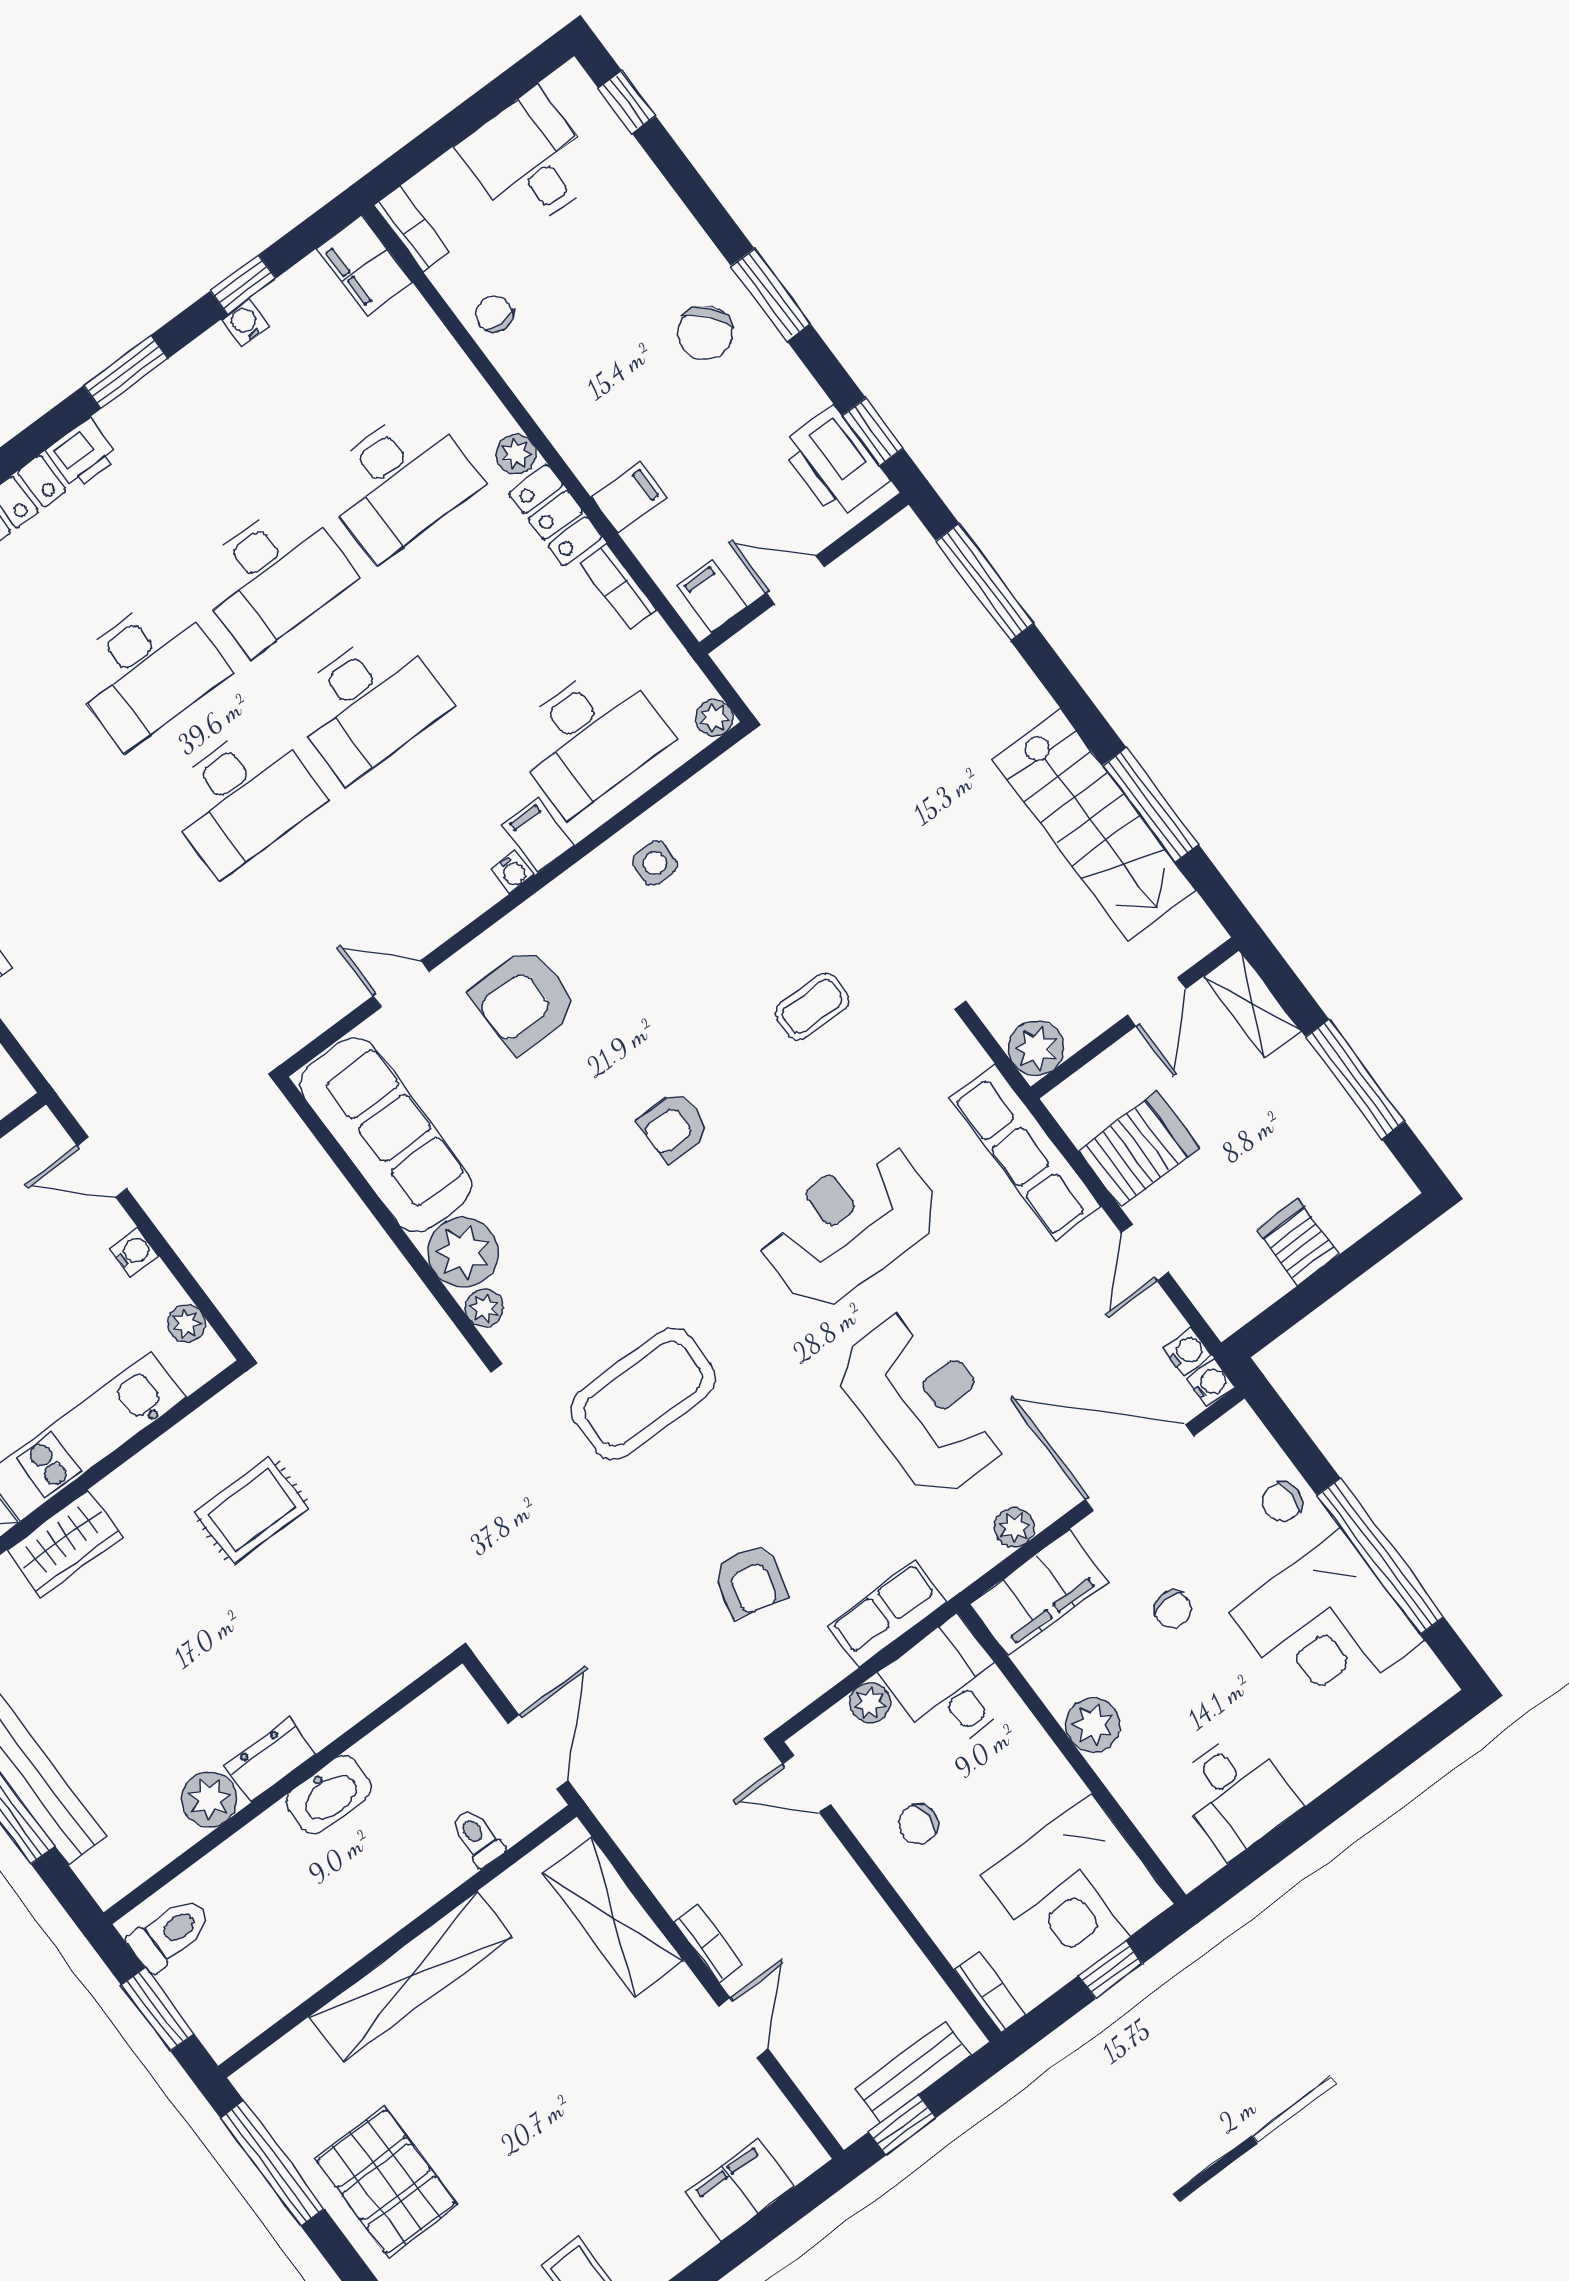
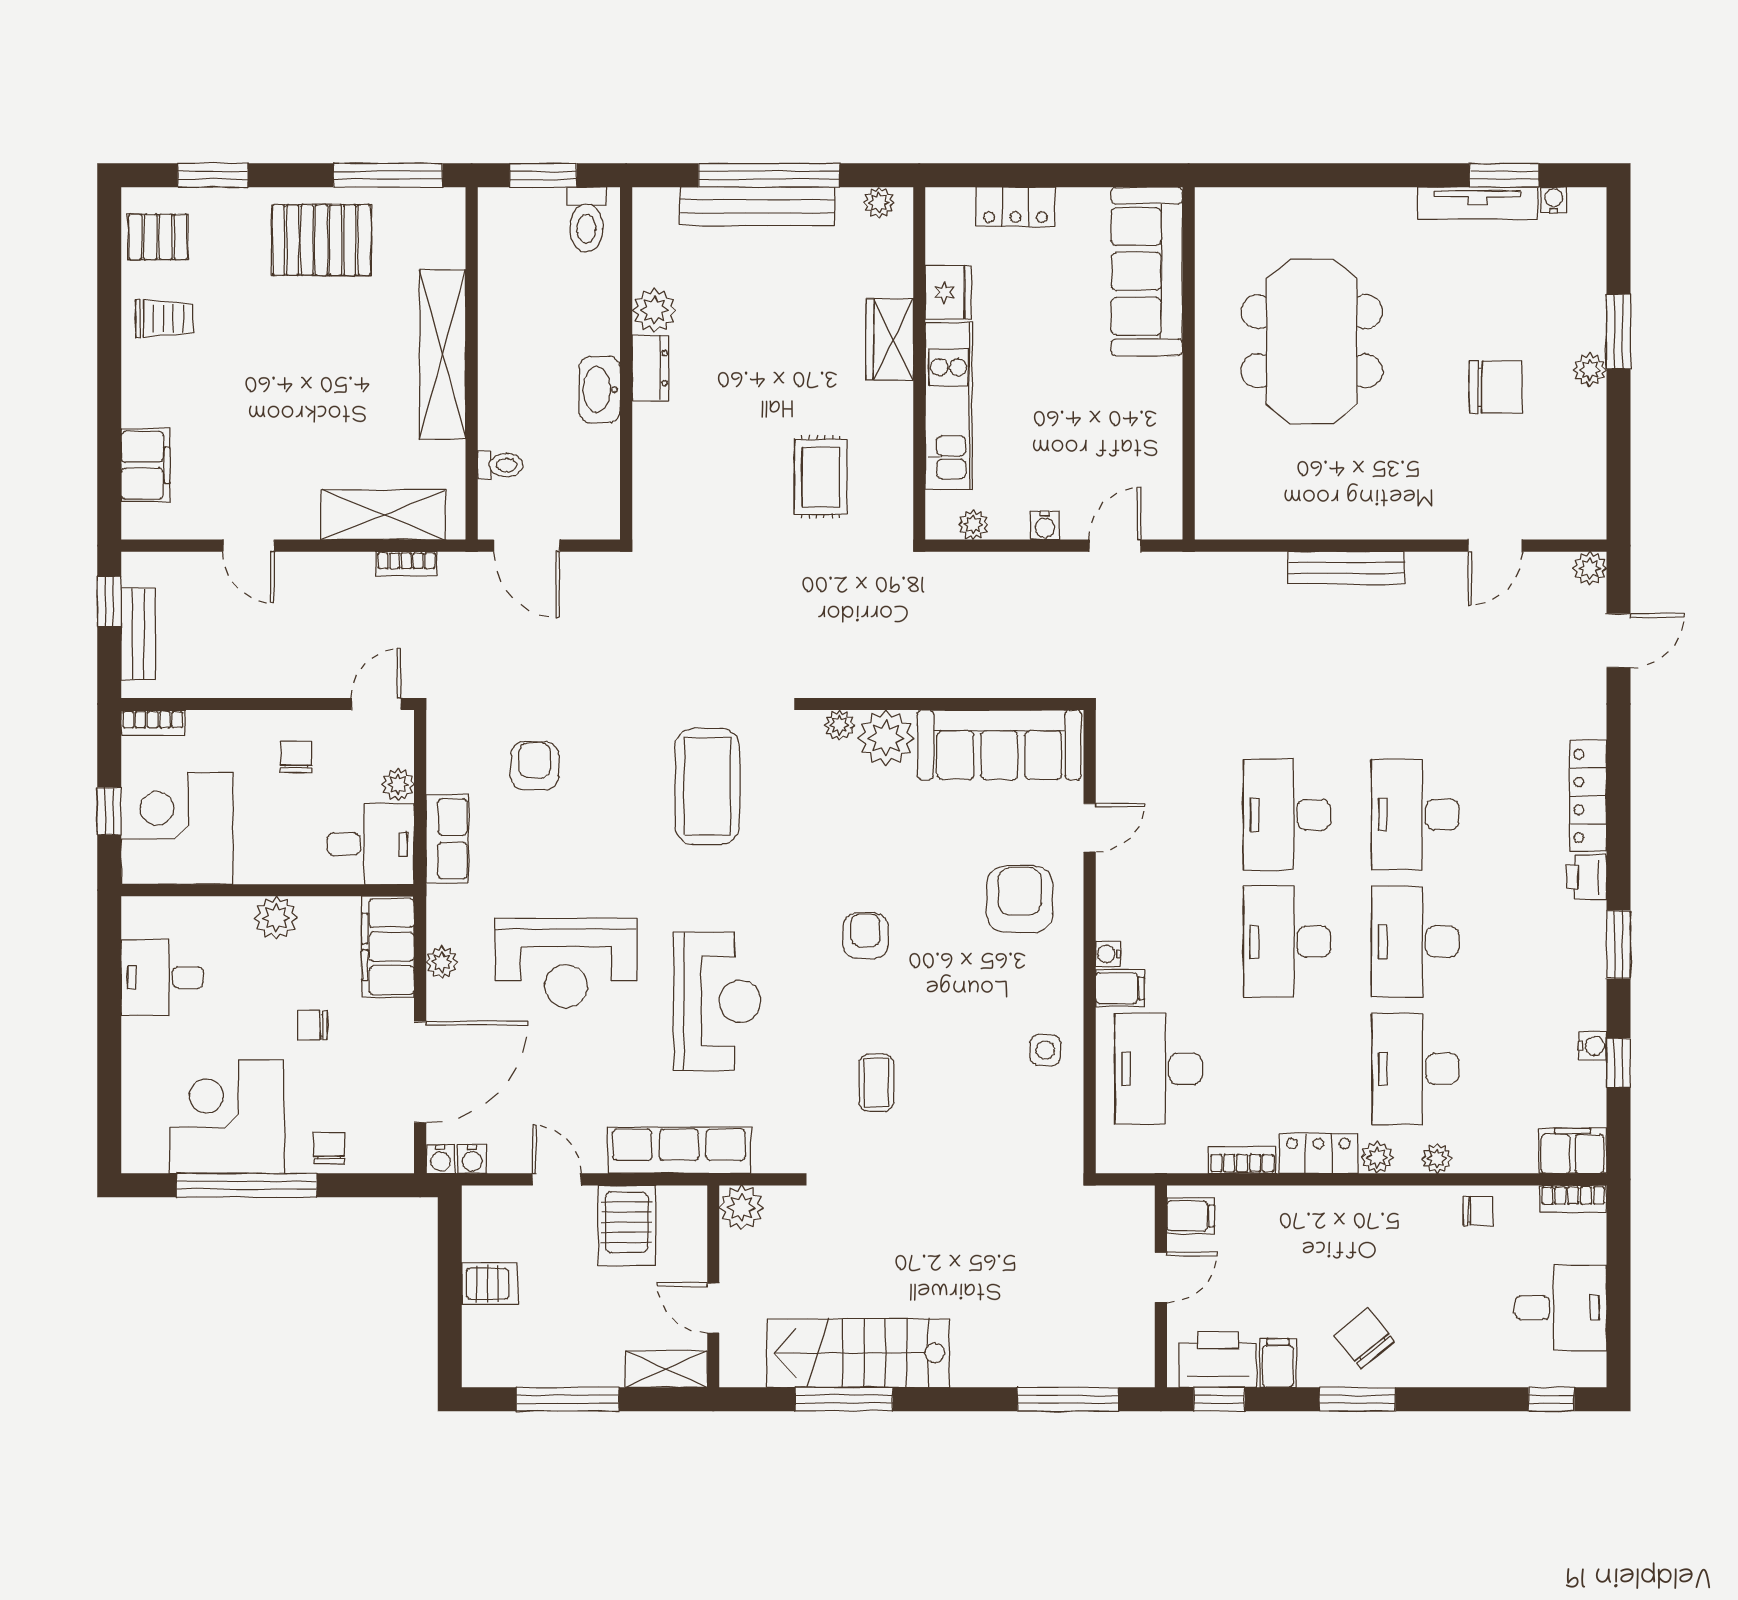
filing cabinet: (629, 498) -> (1278, 1363), moved, turned 180
plant: (714, 718) -> (1437, 1159), moved
armchair: (750, 1581) -> (535, 766), turned 75
bookcase: (708, 1943) -> (406, 564), moved

